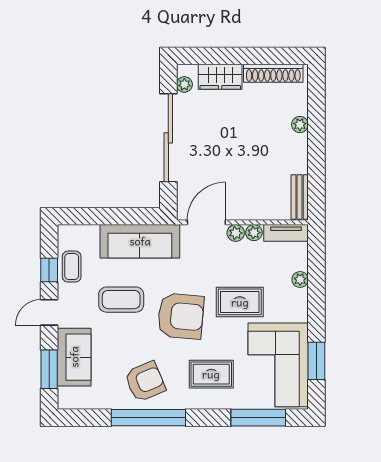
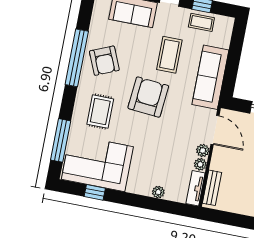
bench: (300, 197) -> (212, 188), moved, turned 90
rug: (240, 302) -> (150, 143), removed
armchair: (181, 316) -> (148, 97), turned 180
window: (316, 361) -> (95, 192), width x0.67

